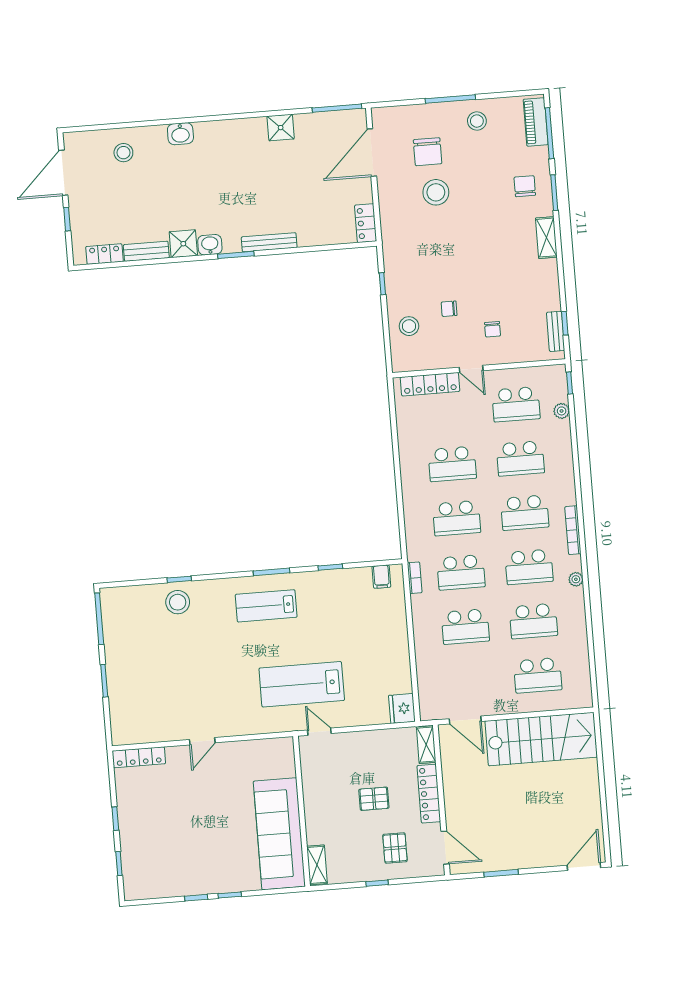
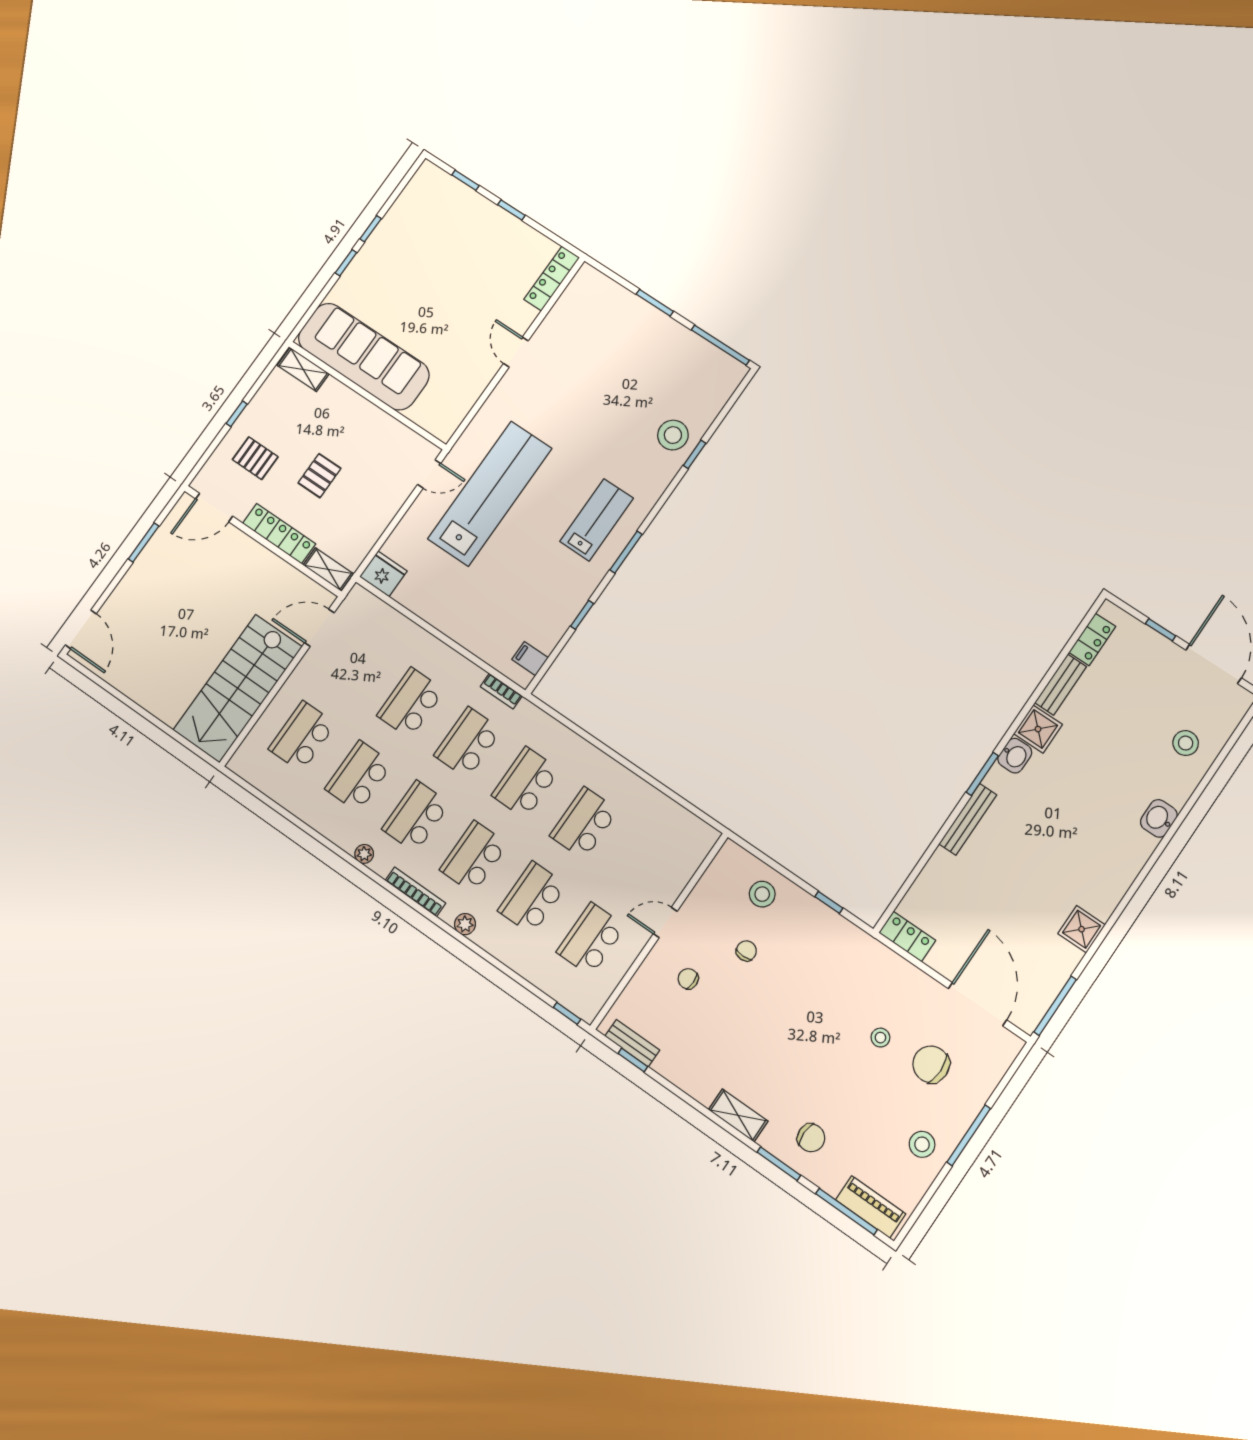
stool: (436, 192) -> (880, 1038), width x0.53, depth x0.53
locker: (430, 384) -> (684, 867), removed
plant: (562, 411) -> (465, 924), moved
lab bench: (302, 684) -> (490, 494), width x1.36

